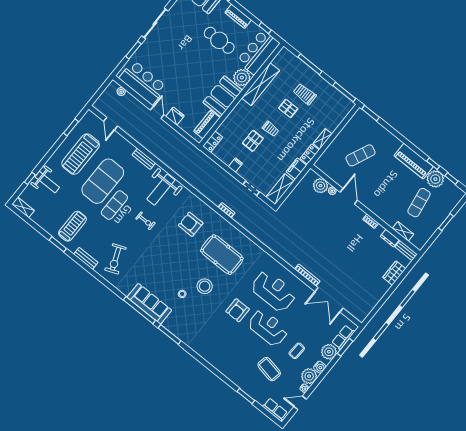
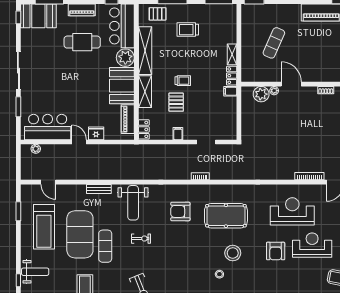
pallet: (288, 108) -> (158, 14), moved
filing cabinet: (296, 169) -> (230, 91), width x0.50
shelving: (280, 189) -> (145, 92), moved

